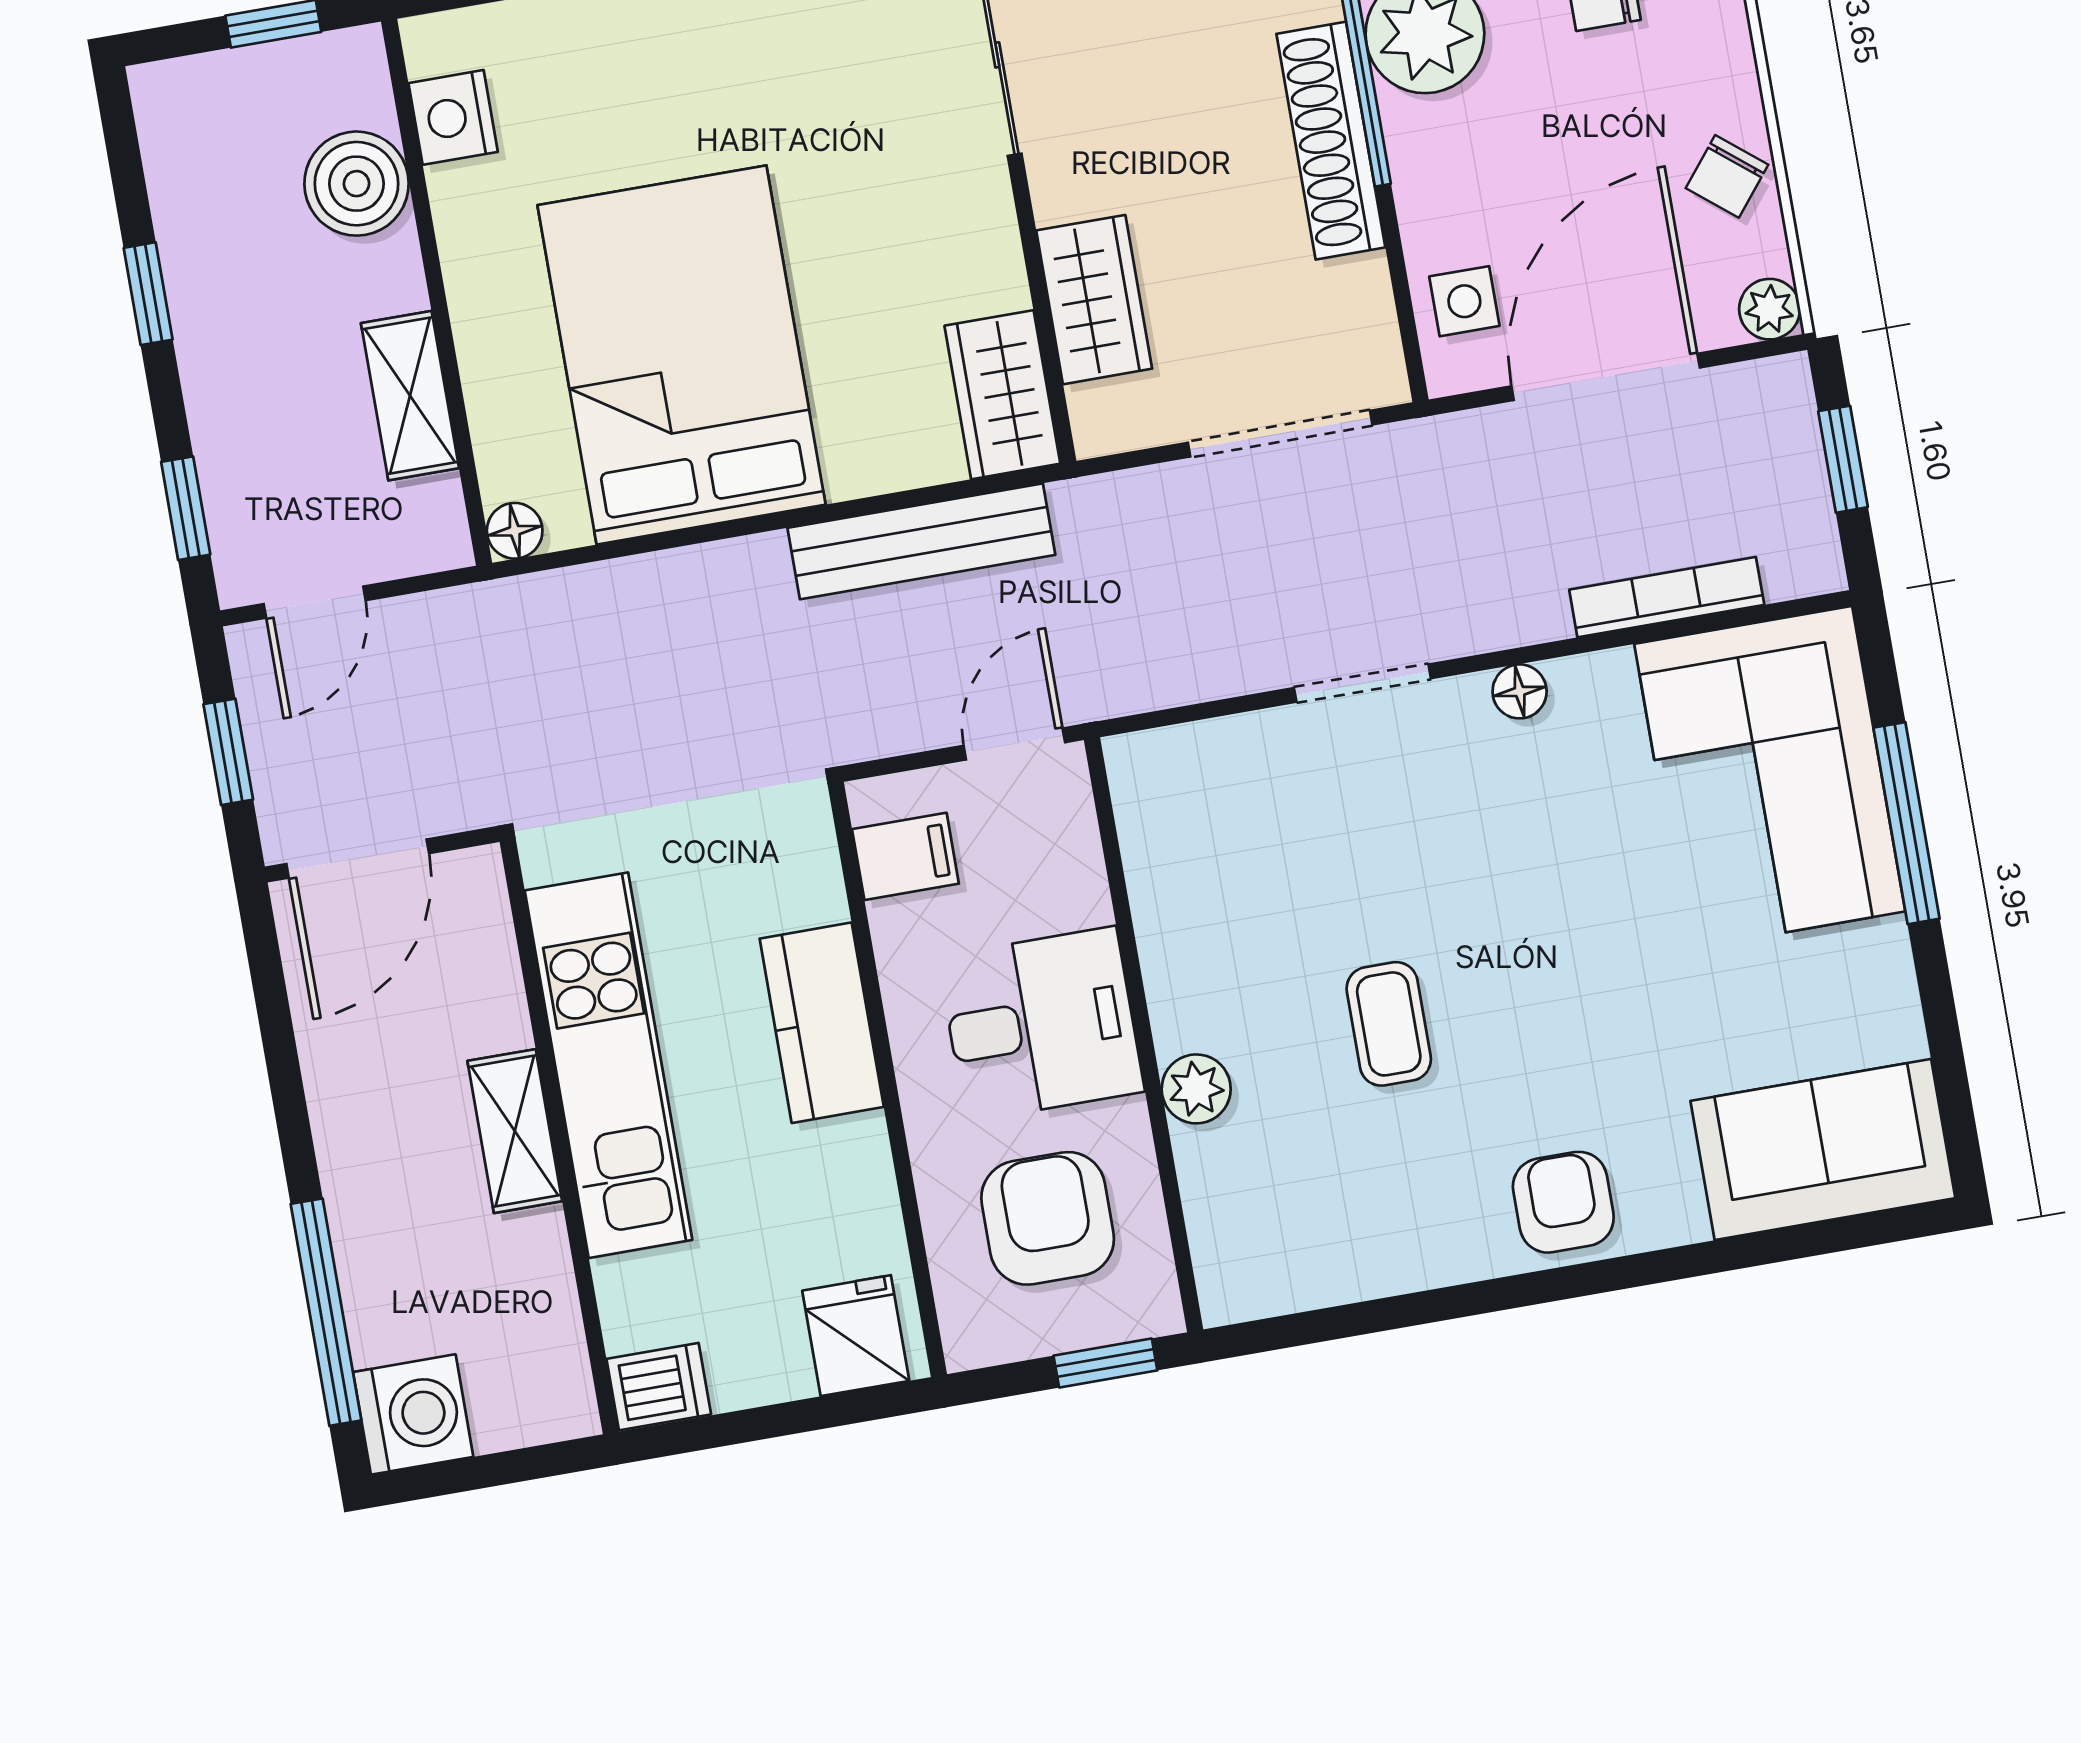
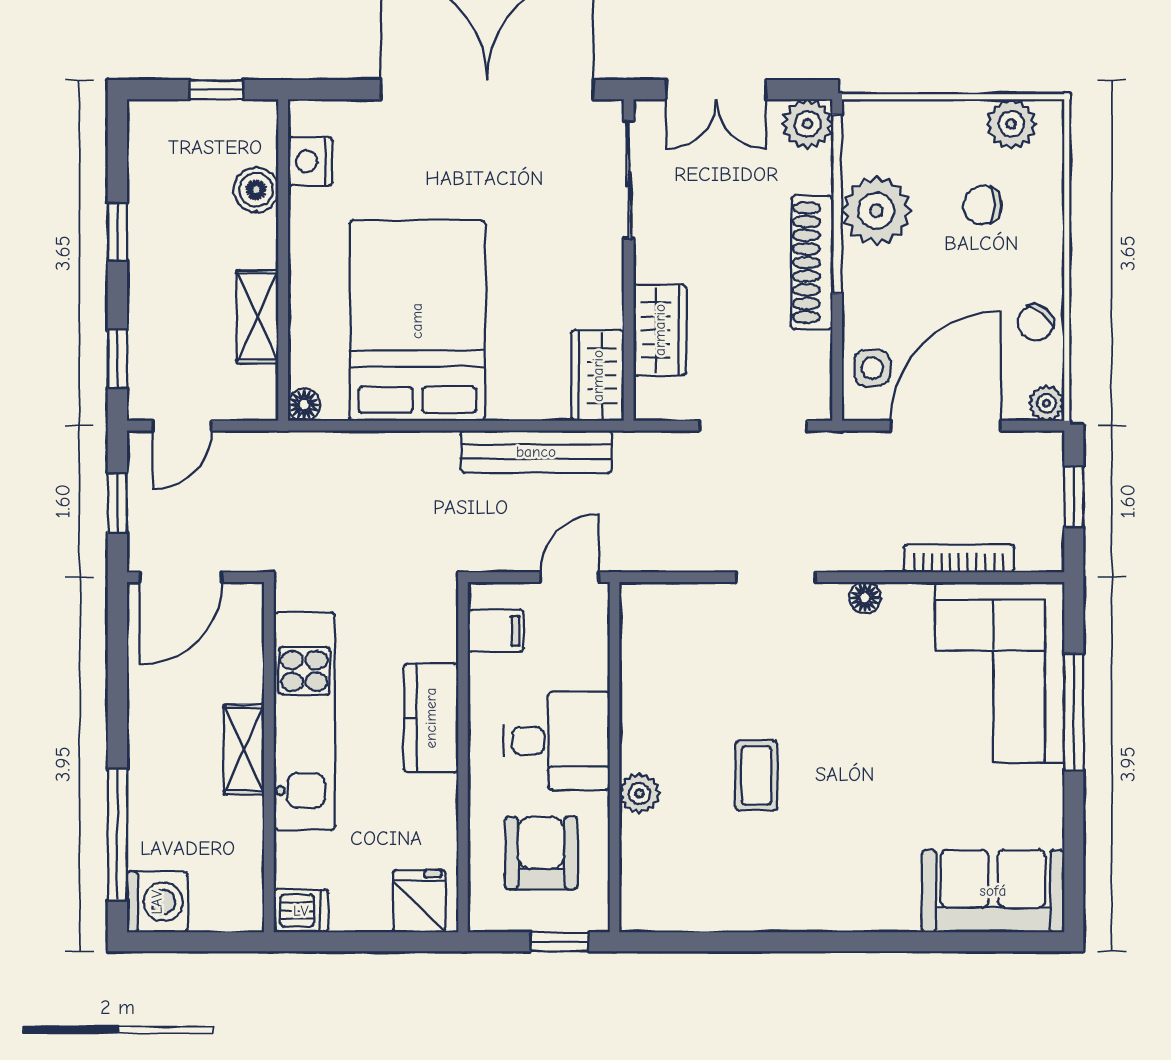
boiler: (357, 184) -> (256, 190), width x0.73, depth x0.73
armchair: (1563, 1202) -> (839, 895), removed

